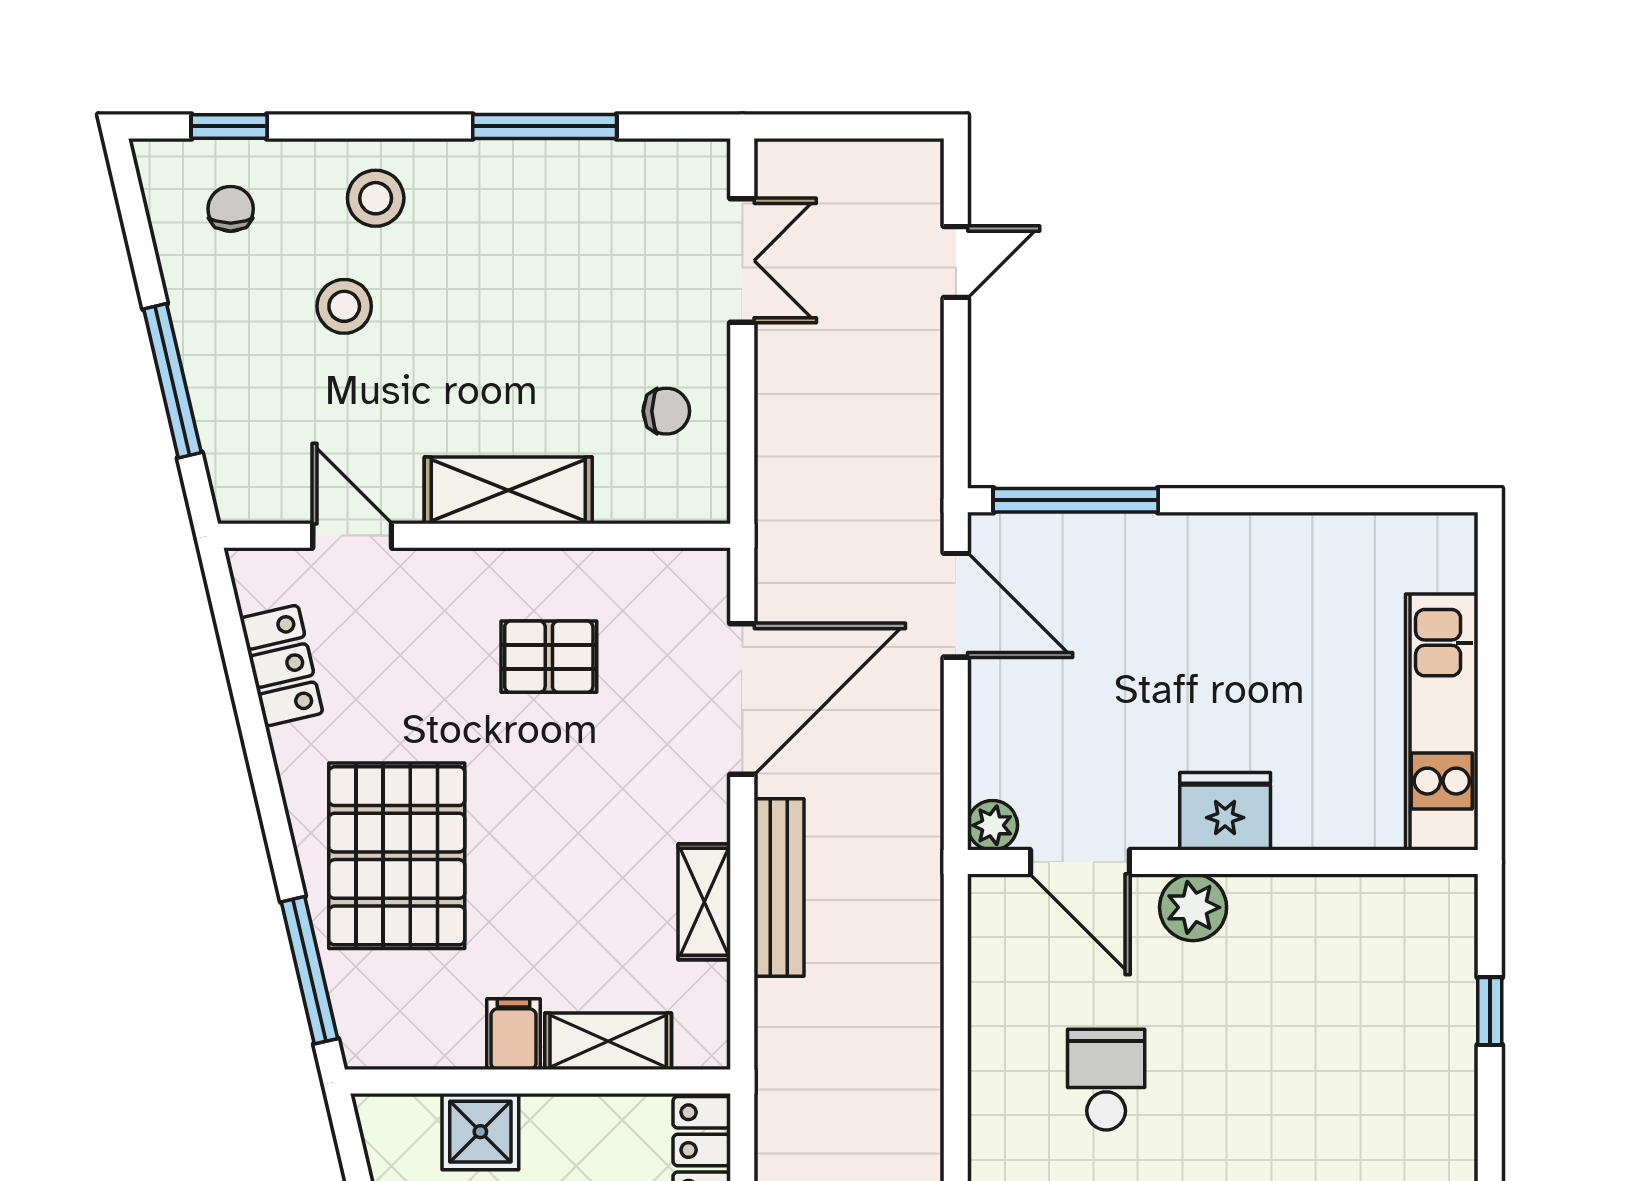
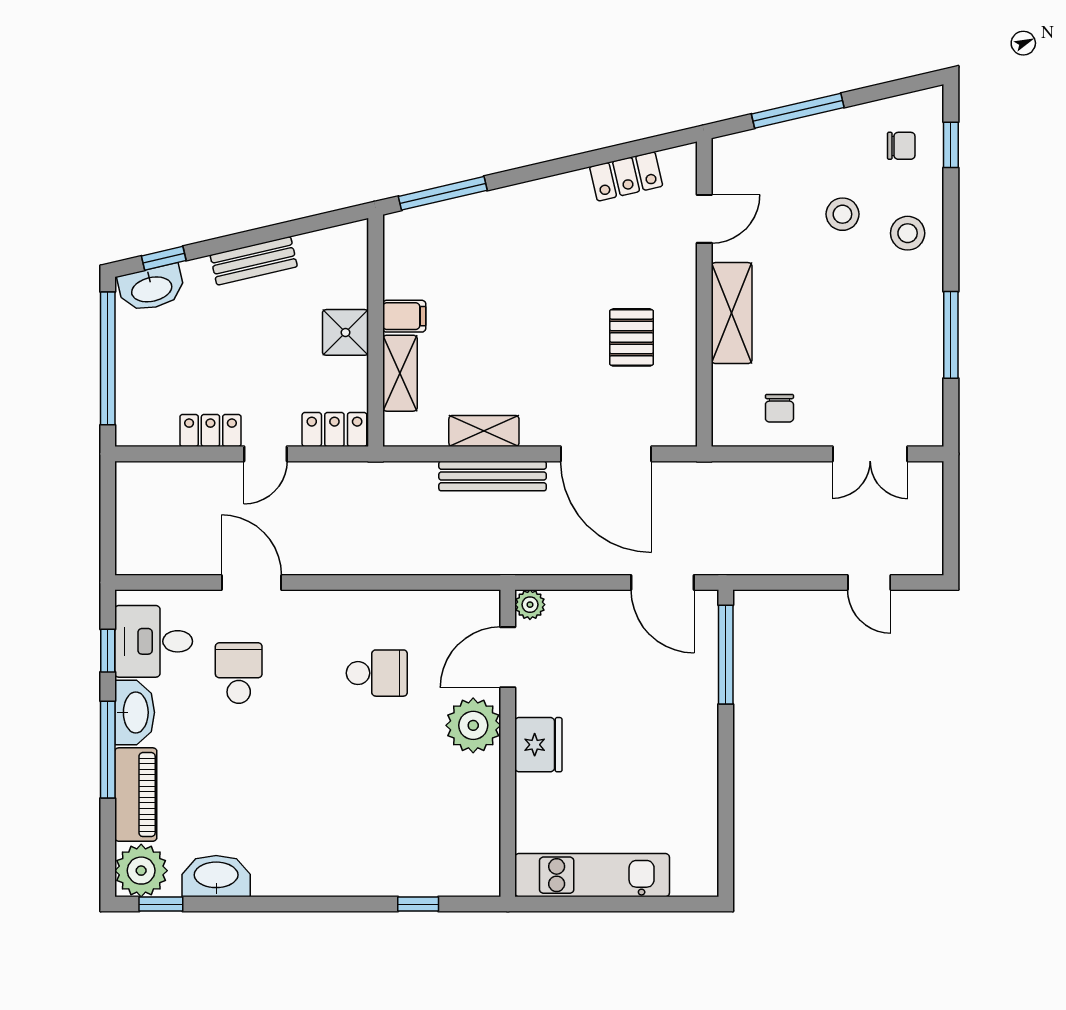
door: (956, 605) -> (663, 582), hinge flipped
pallet: (397, 856) -> (512, 246), removed
plant: (1193, 907) -> (473, 725), width x1.36, depth x1.36
shower: (480, 1132) -> (346, 332), moved

